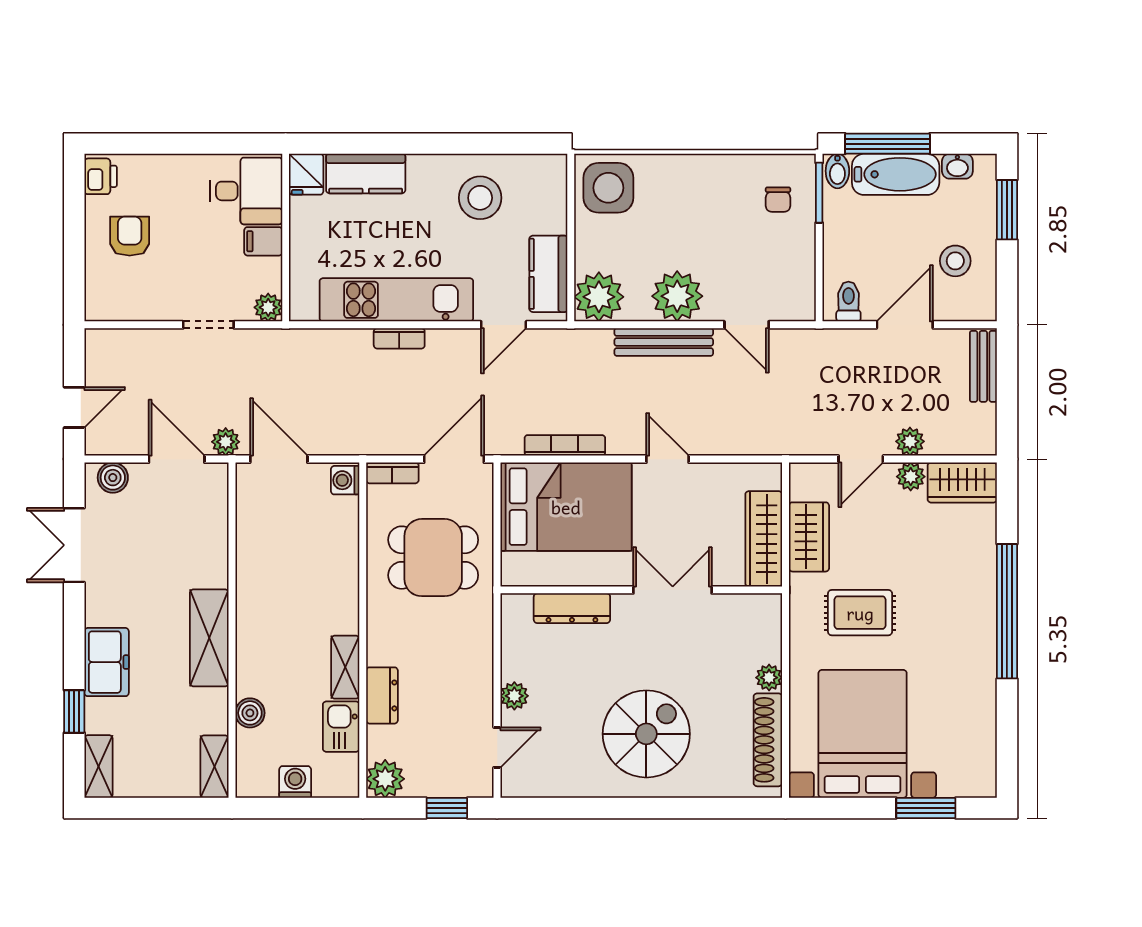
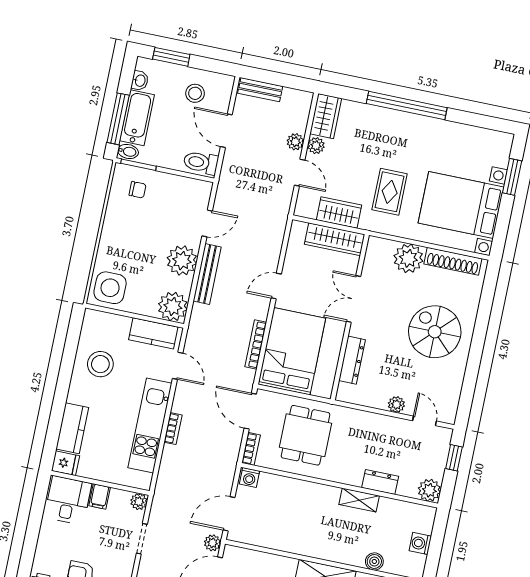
toilet: (848, 301) -> (201, 163), width x1.37, depth x1.39
plant: (769, 678) -> (408, 258), width x1.88, depth x1.88
kitchen sink: (341, 727) -> (393, 510), removed

